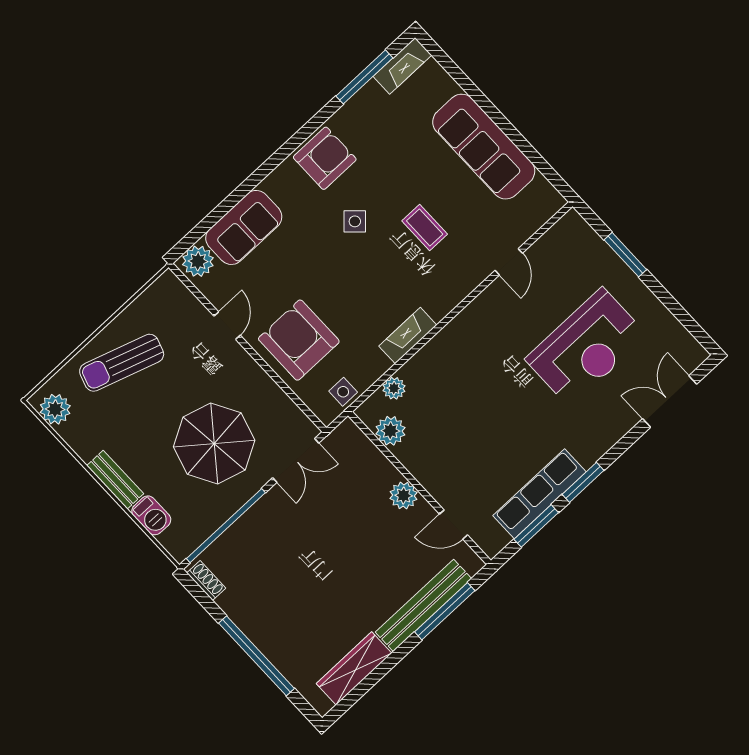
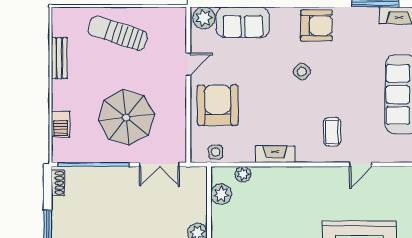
coffee table: (425, 227) -> (332, 132), moved
plant: (55, 409) -> (62, 25), removed
bench: (115, 480) -> (59, 58), moved

